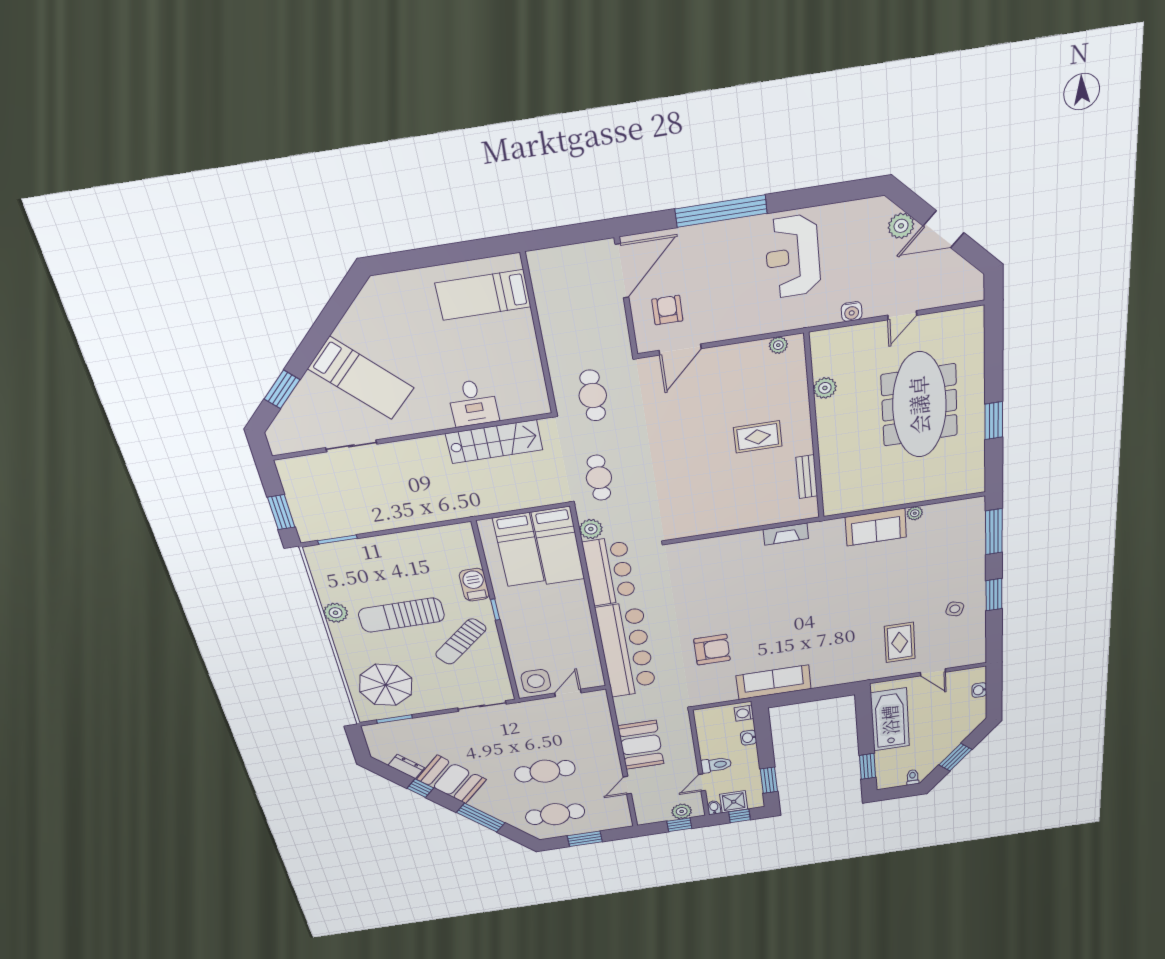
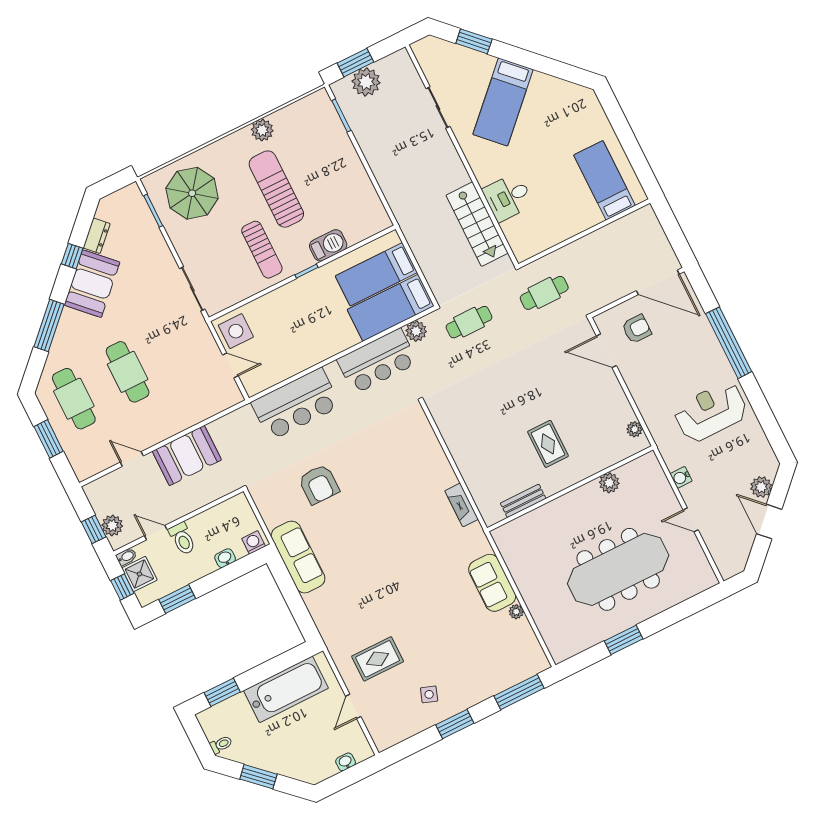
plant: (305, 508) -> (366, 82), added
sun lounger: (461, 642) -> (262, 250), turned -140
bar counter: (626, 650) -> (296, 404), width x0.73

